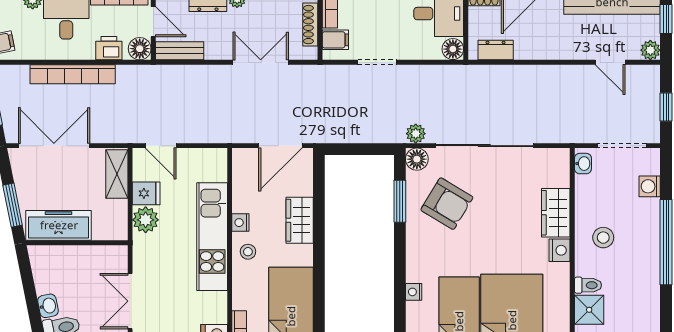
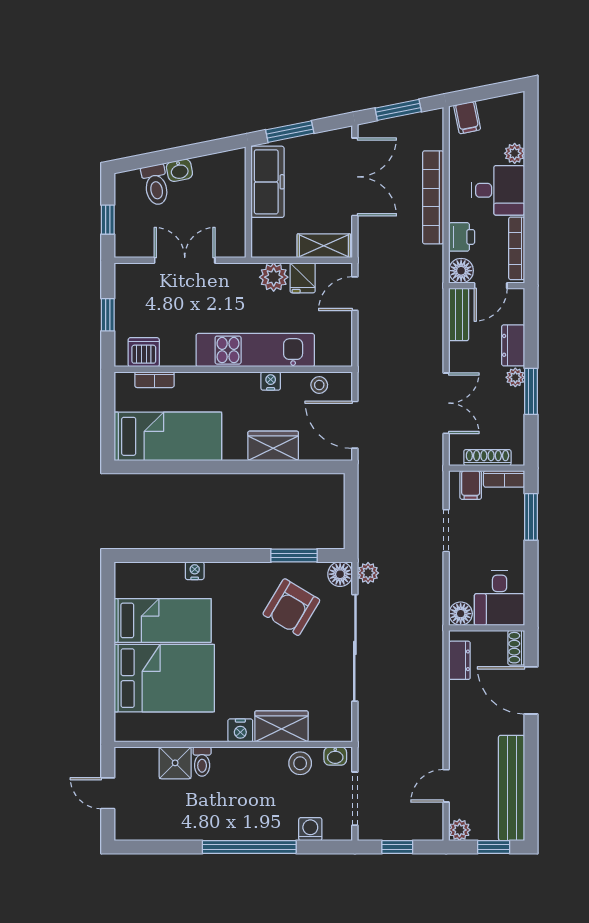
stool: (603, 238) -> (300, 763), moved
stool: (248, 252) -> (319, 385), moved

